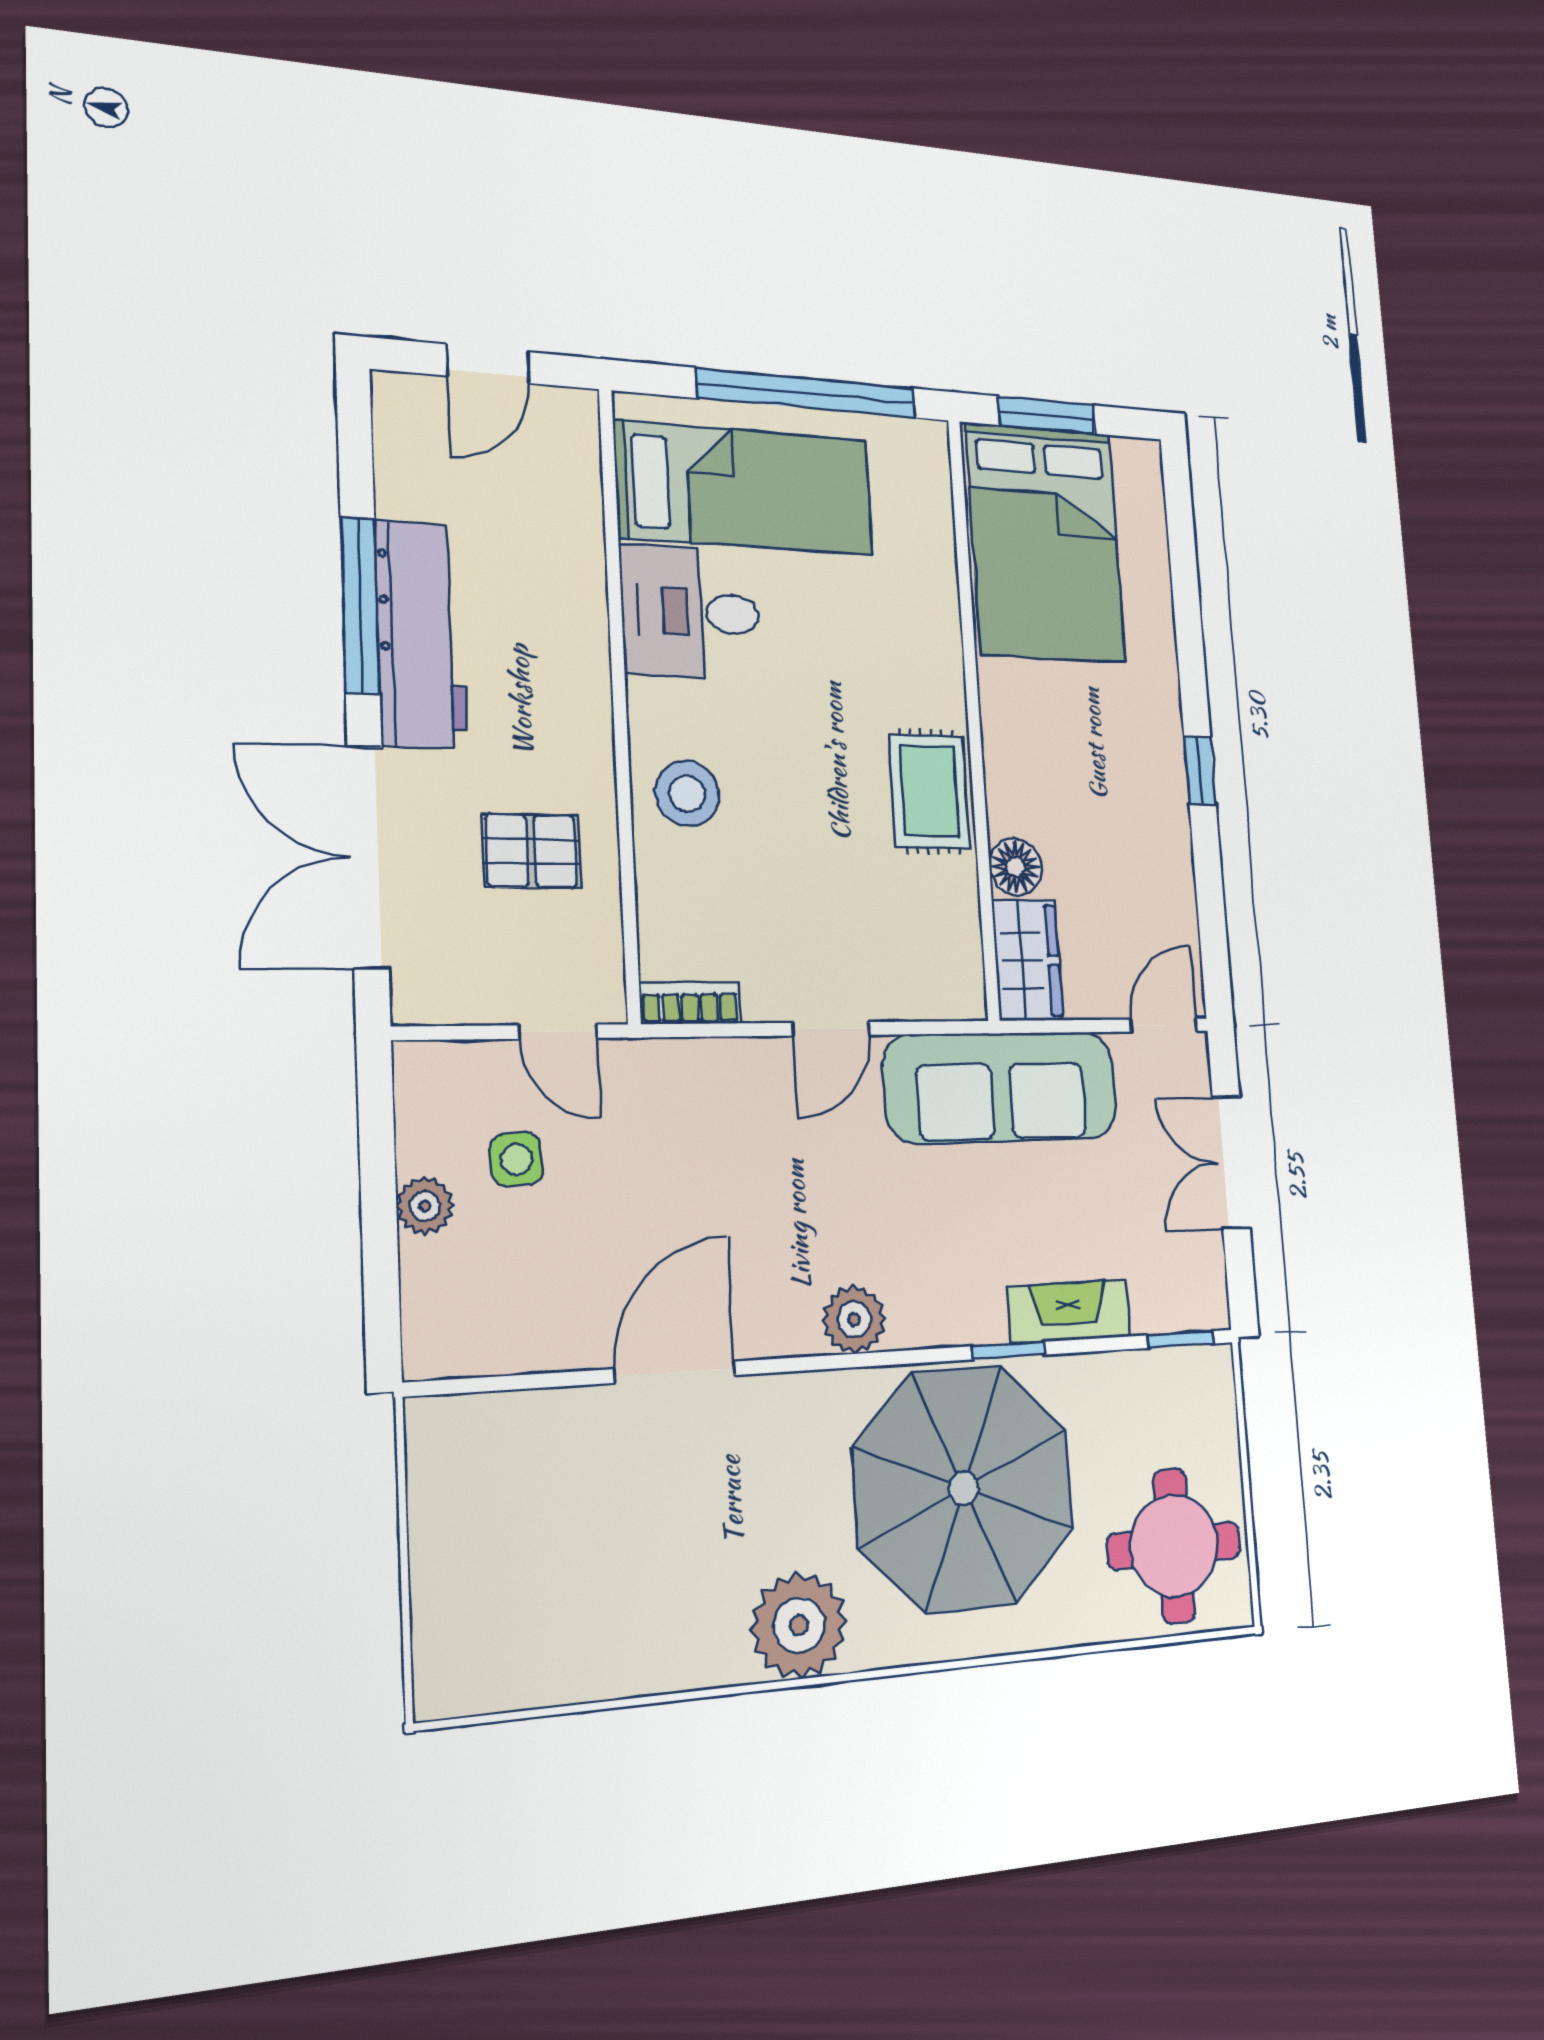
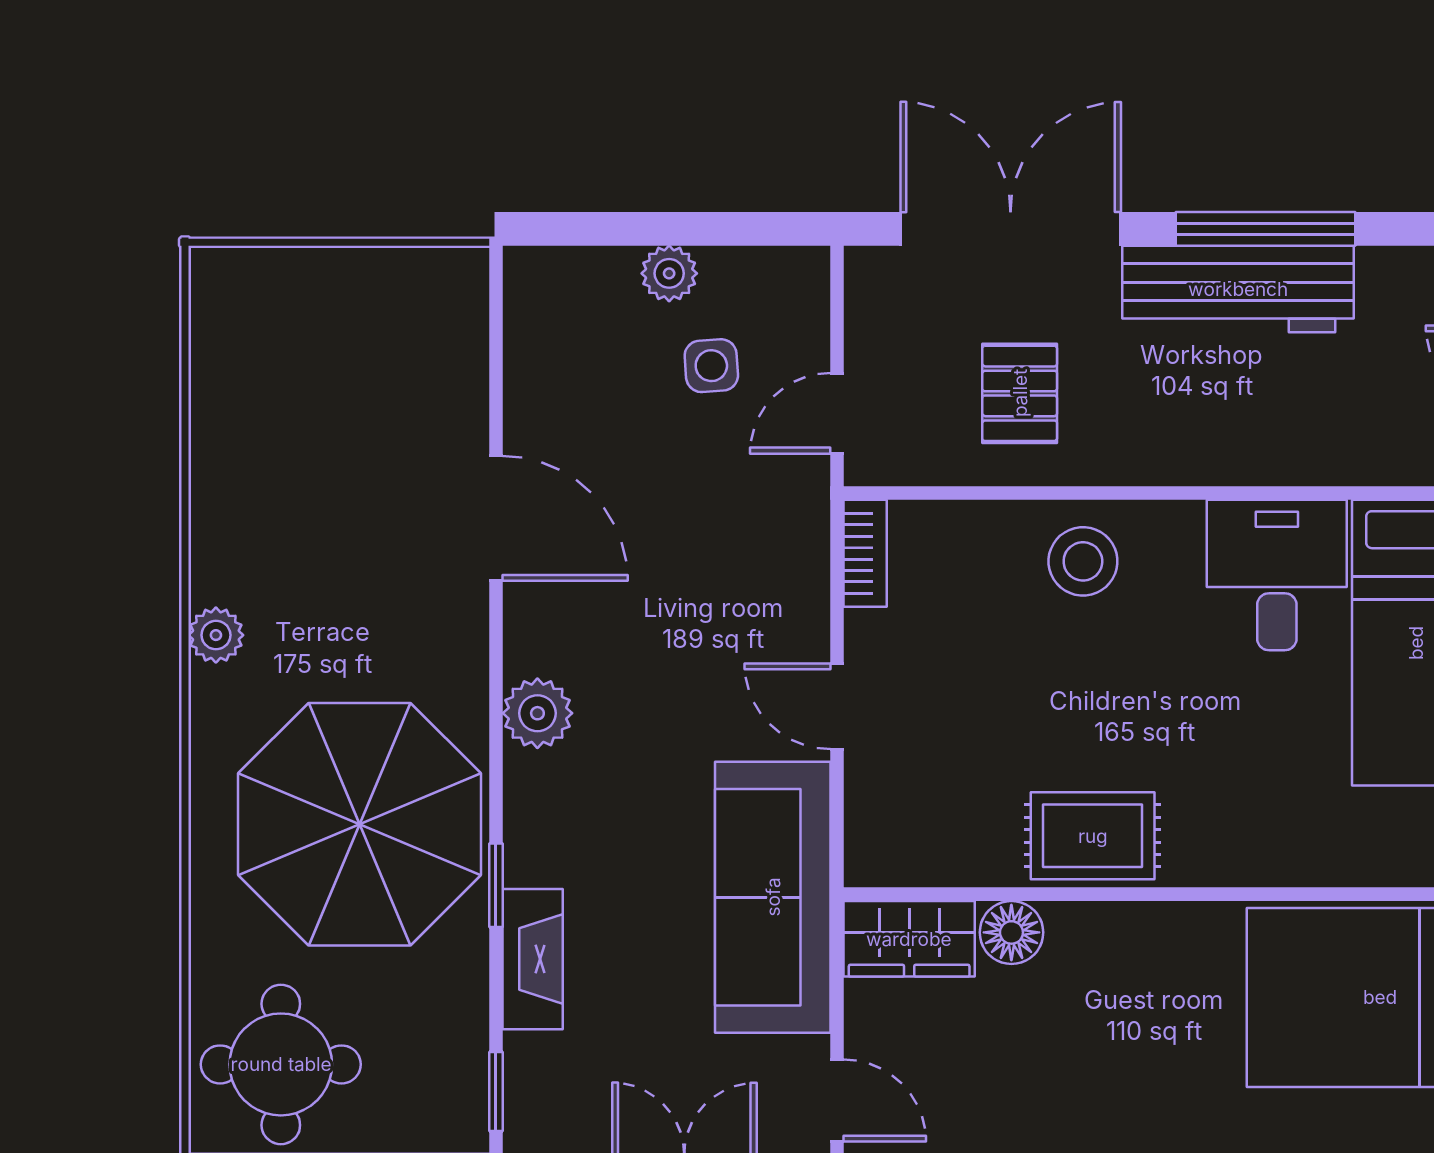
plant: (799, 1625) -> (216, 635), width x0.53, depth x0.53

